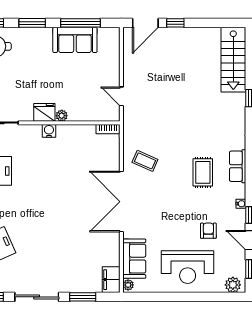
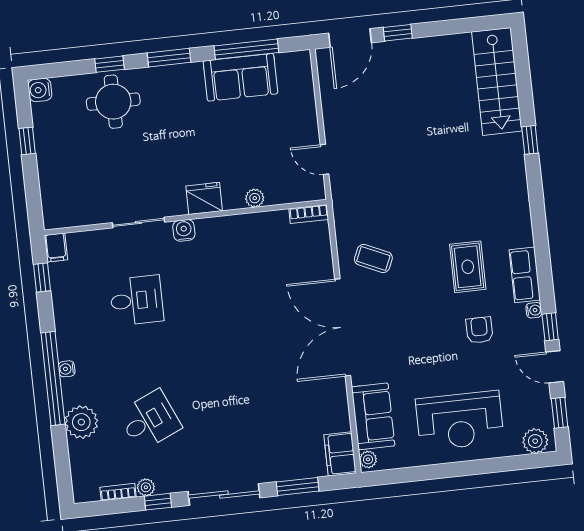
plant: (62, 116) -> (255, 198), moved
water cooler: (49, 131) -> (184, 230), moved
row of seats: (238, 166) -> (525, 275), moved
armchair: (208, 231) -> (479, 330), moved

